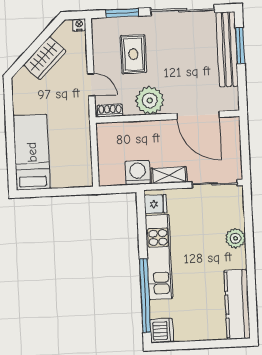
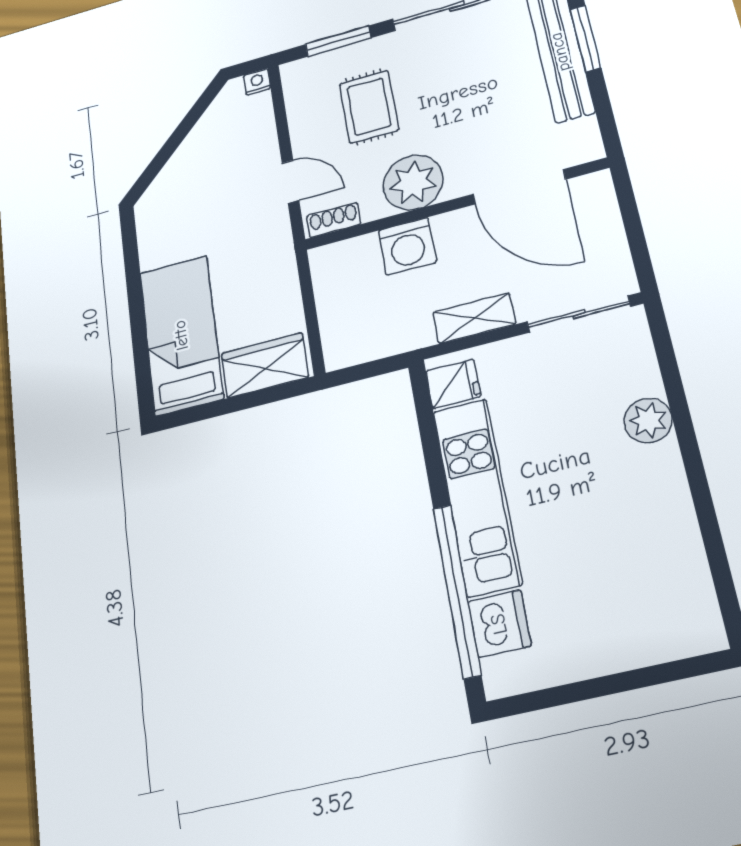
wardrobe: (45, 58) -> (265, 365), moved, turned -135
washing machine: (138, 173) -> (407, 246), moved, turned 180
kitchen counter: (237, 304) -> (681, 571), removed
dishwasher: (162, 331) -> (499, 624), moved

